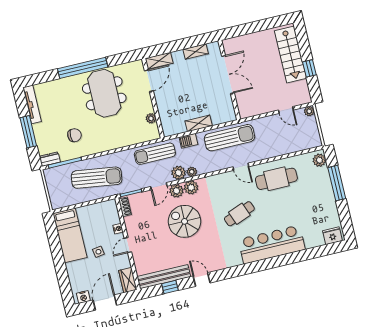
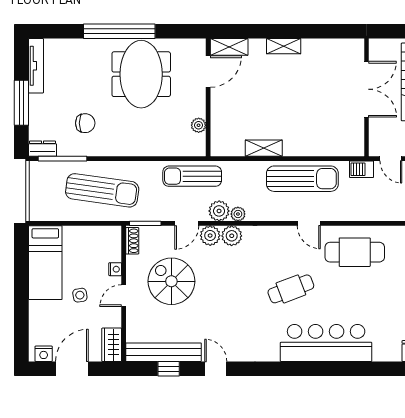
double door: (228, 74) -> (366, 89), moved
wall: (229, 80) -> (366, 97), moved
barbecue: (188, 141) -> (362, 169), moved
spiral stairs: (184, 221) -> (171, 281), moved

